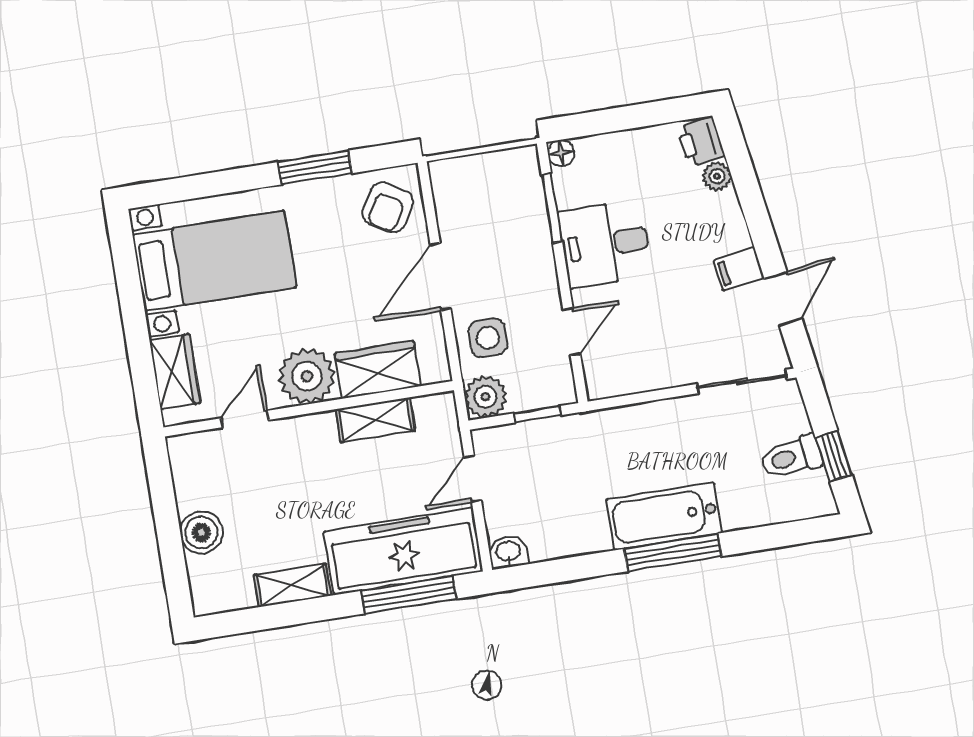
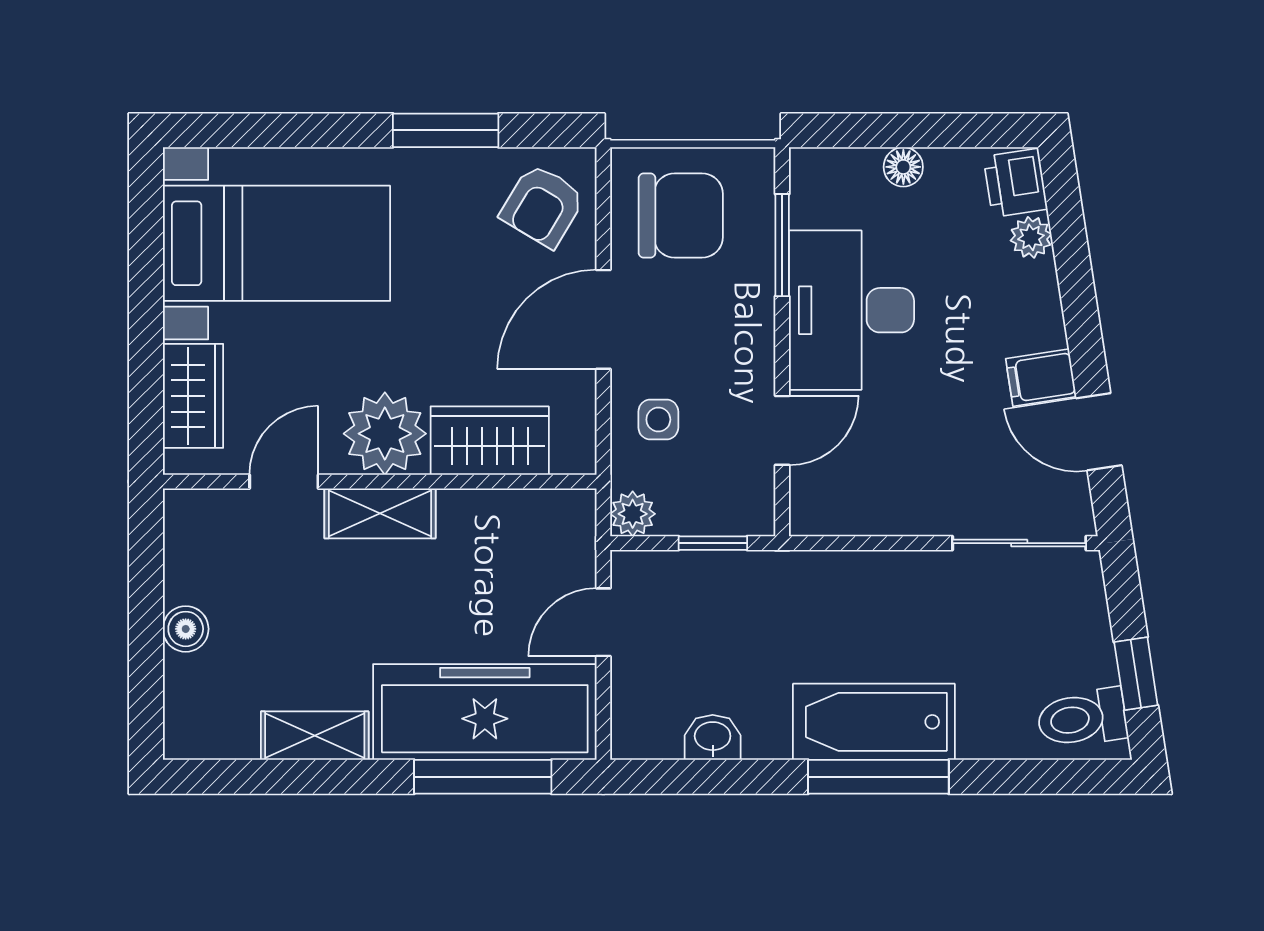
floor lamp: (561, 153) -> (903, 167), moved
chair: (481, 199) -> (681, 216), added
desk: (605, 244) -> (852, 310), width x1.37
door: (783, 299) -> (1099, 432), swing flipped
side table: (488, 338) -> (658, 420), width x0.73, depth x0.73
plant: (486, 397) -> (633, 514), width x0.73, depth x0.73
shelving: (375, 420) -> (380, 513), moved
toilet: (791, 457) -> (1082, 718), moved
boiler: (201, 533) -> (186, 629), width x0.73, depth x0.73
washbasin: (508, 552) -> (713, 737), moved

